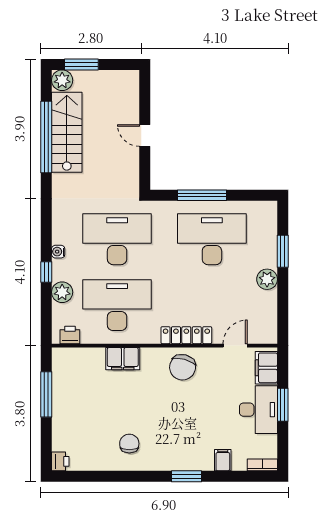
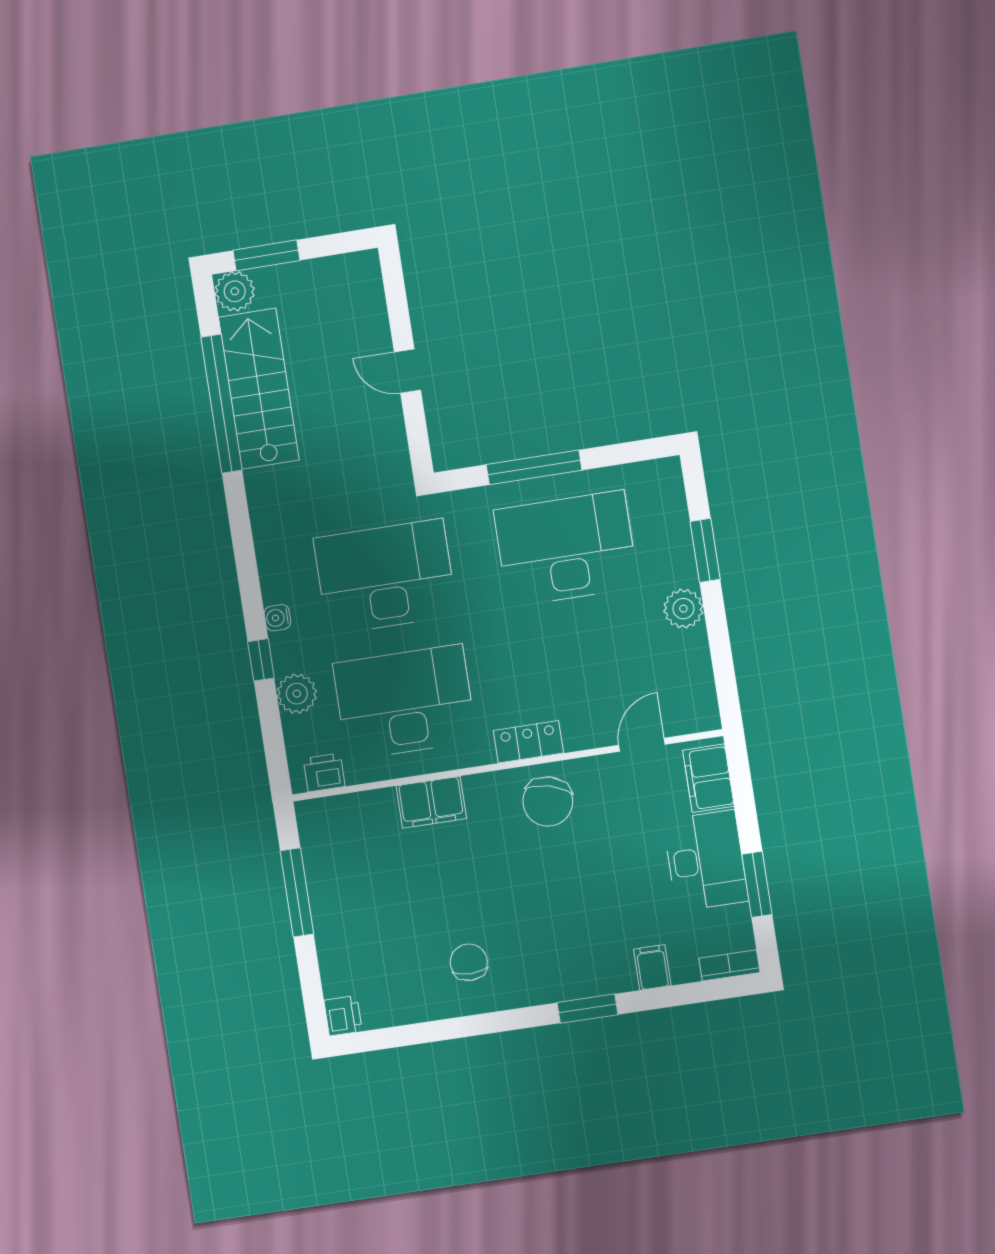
locker: (186, 335) -> (528, 742), width x0.66
window: (283, 405) -> (757, 884), moved

